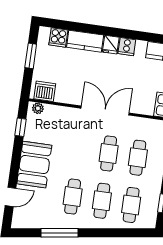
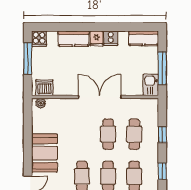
cooker: (58, 37) -> (39, 39), moved
window: (31, 56) -> (28, 58), width x1.44
window: (20, 127) -> (28, 122), removed

